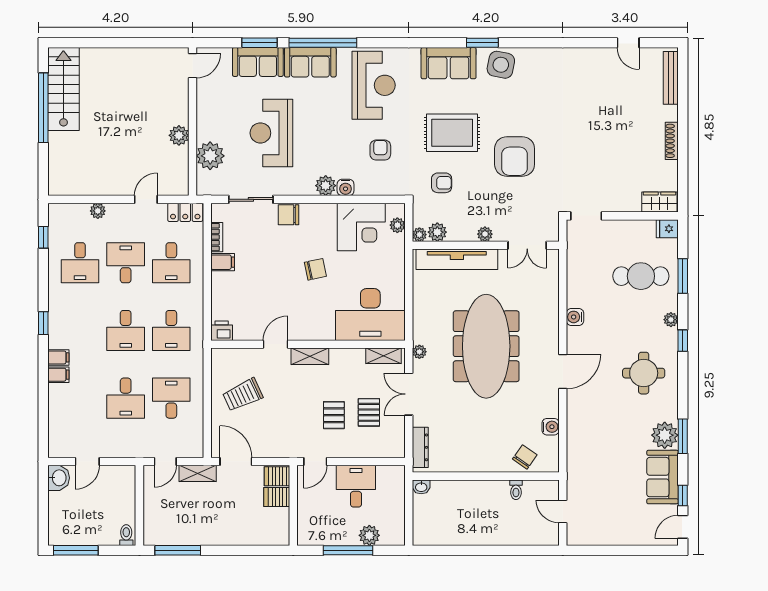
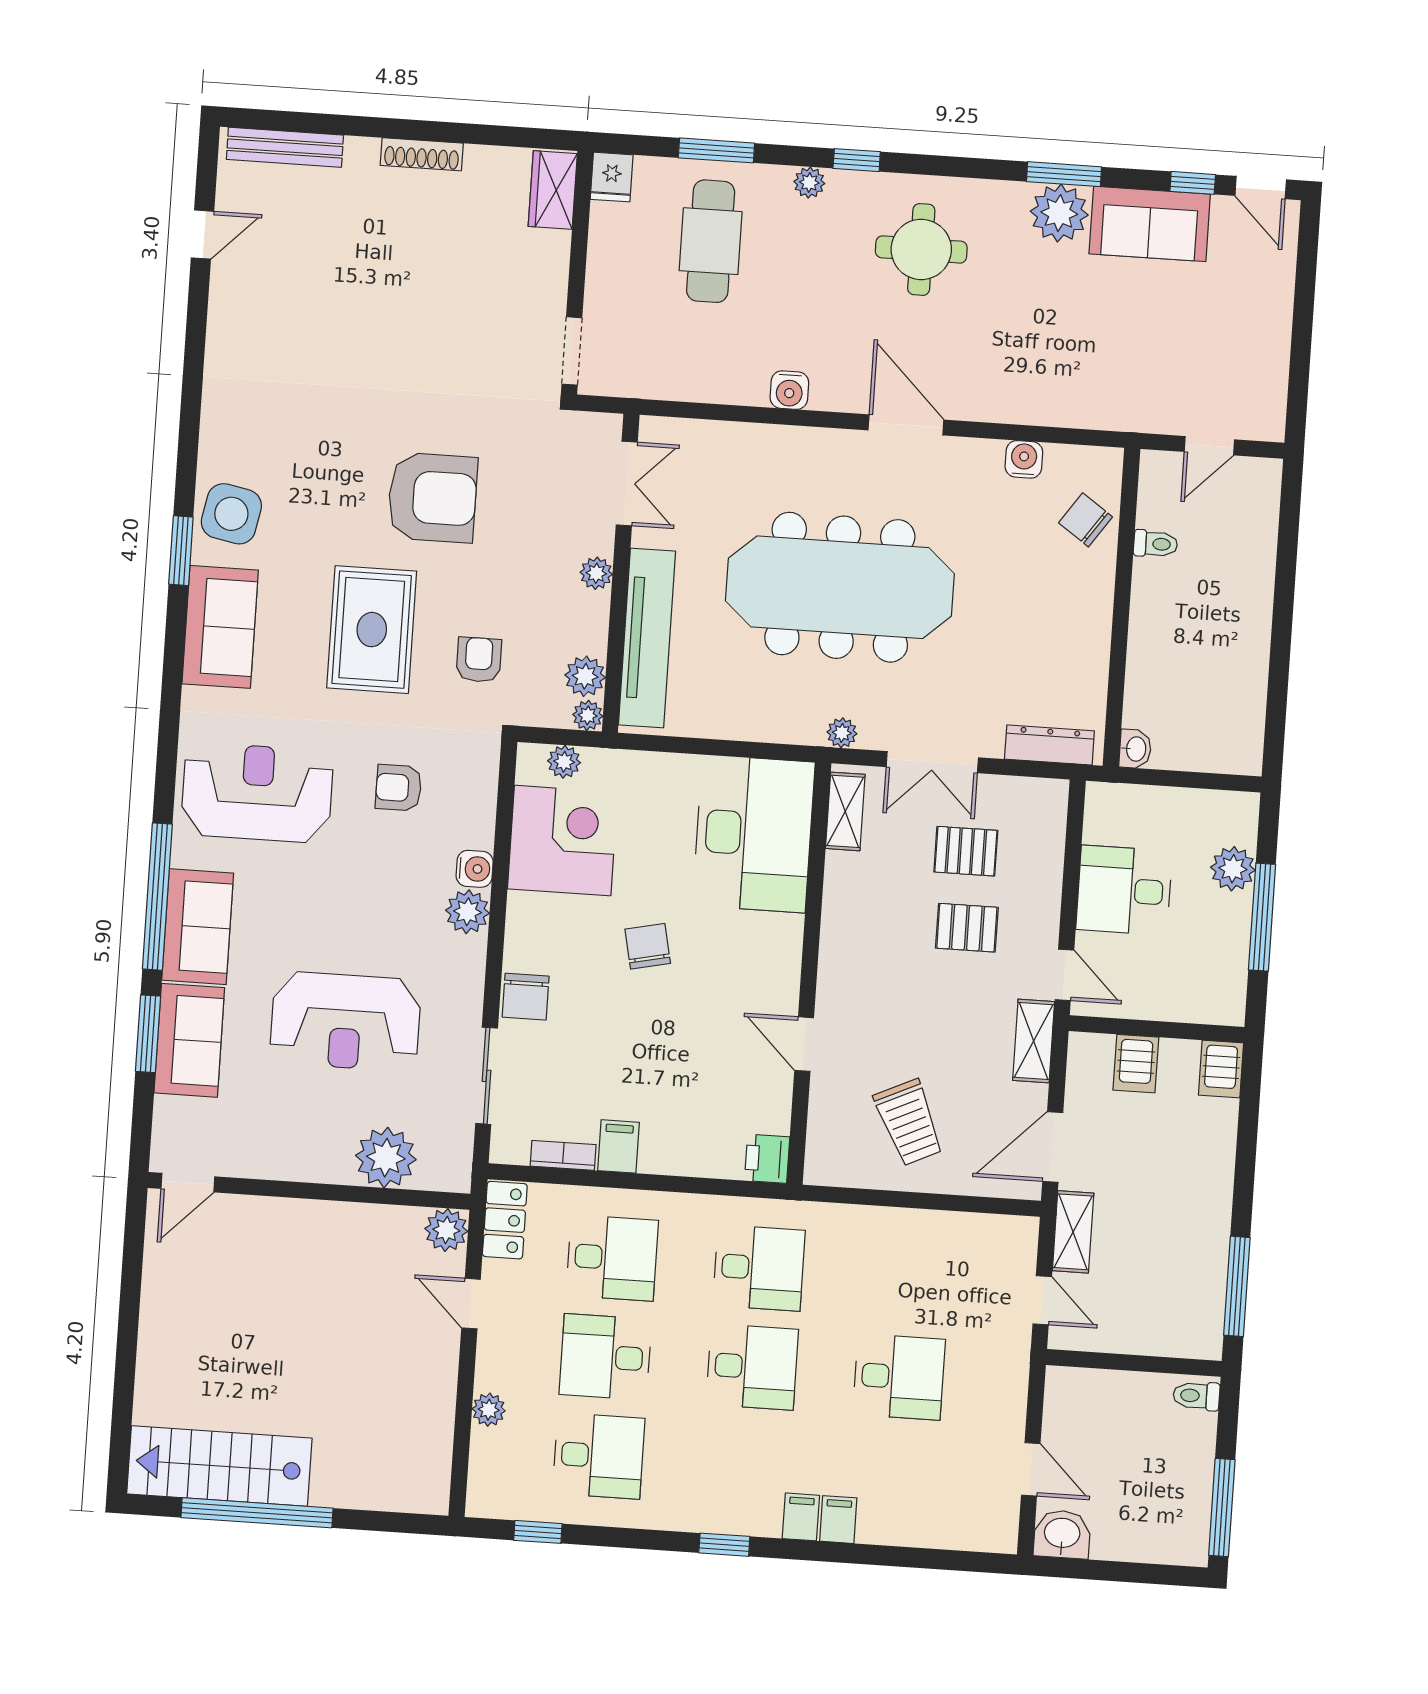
door: (193, 66) -> (188, 1183), swing flipped
plant: (179, 135) -> (446, 1230), moved
shelving: (310, 356) -> (1034, 1041), moved
desk: (171, 398) -> (906, 1278), removed
server rack: (277, 476) -> (1221, 1069), moved

